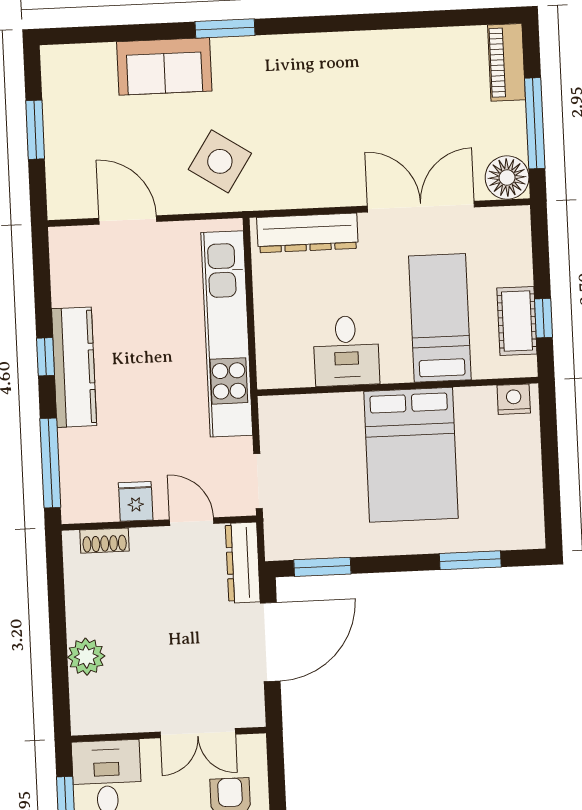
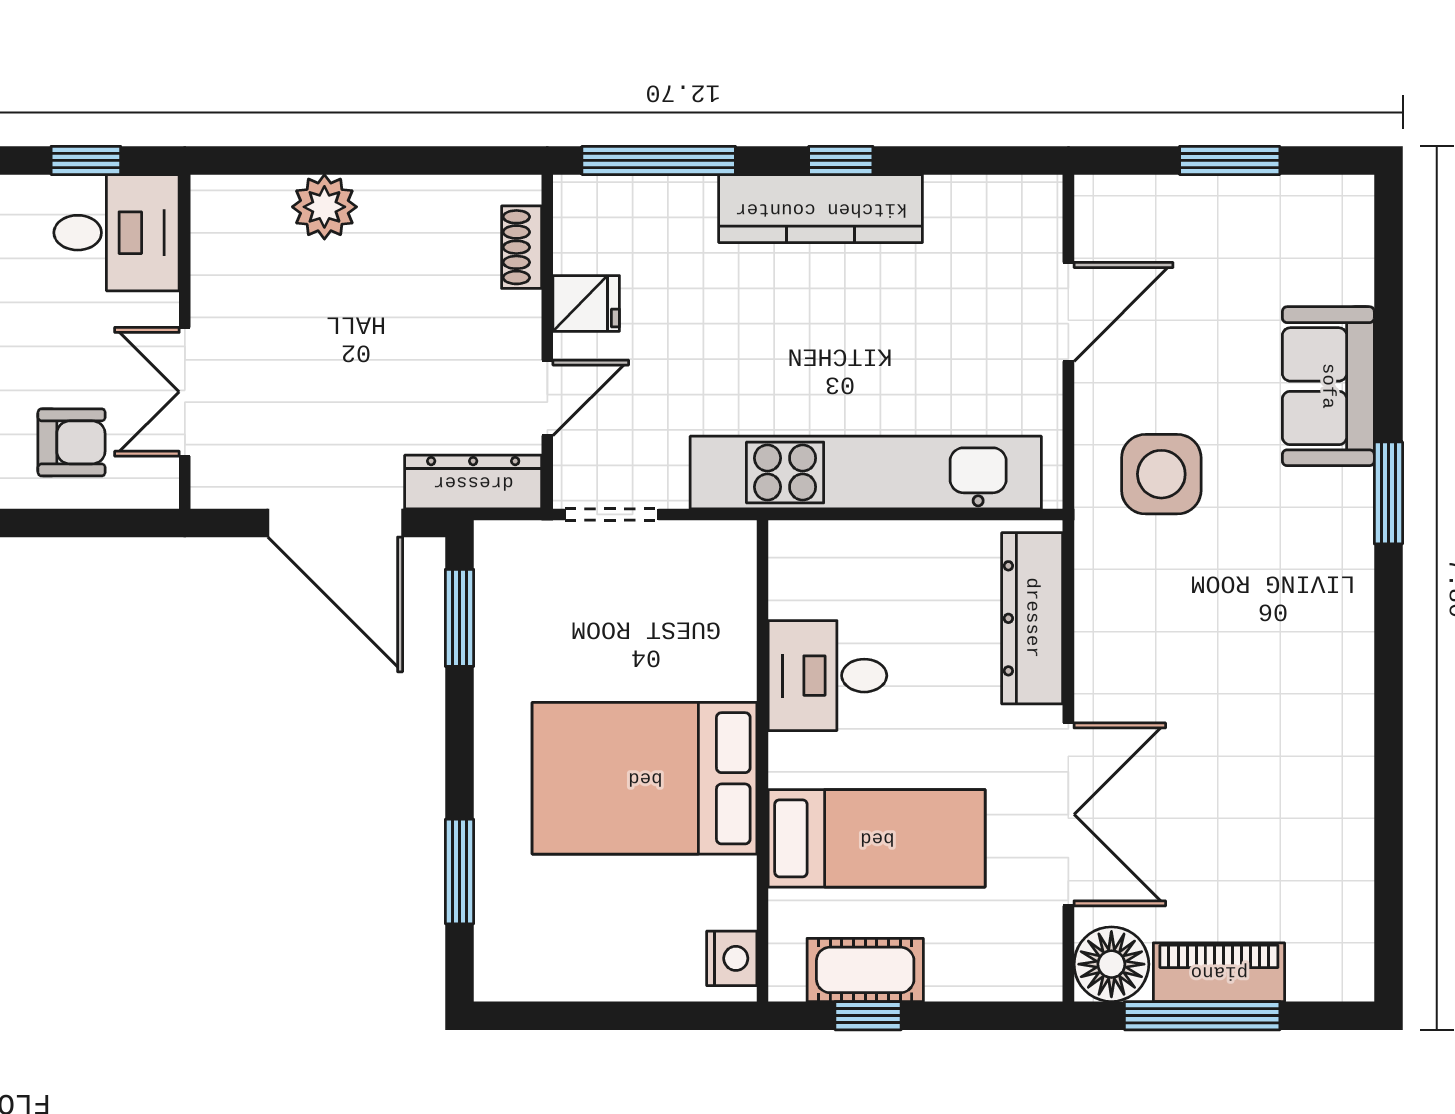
piano: (507, 62) -> (1219, 972), moved
side table: (220, 161) -> (1161, 474), turned -33

